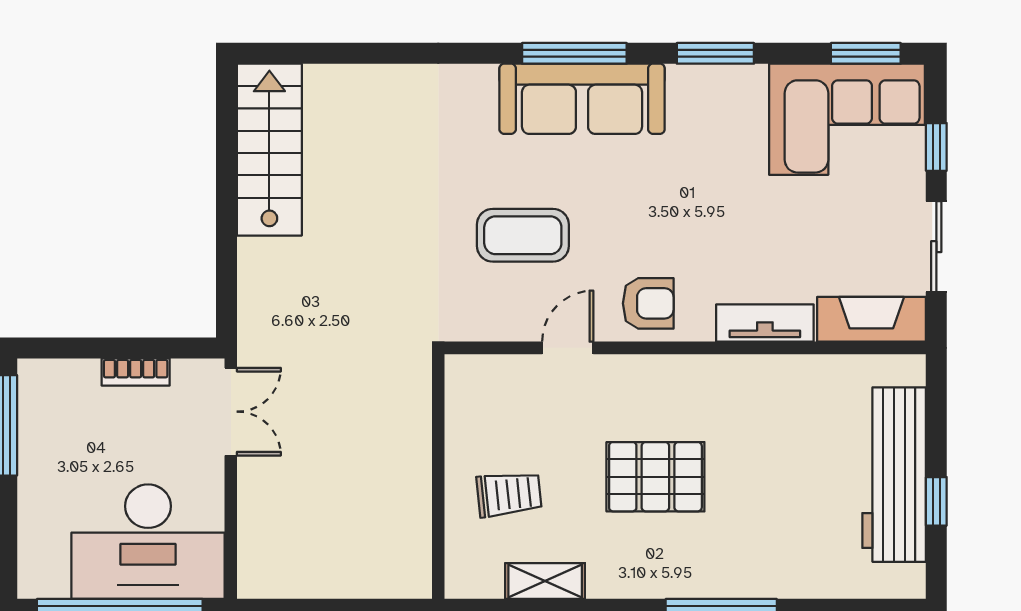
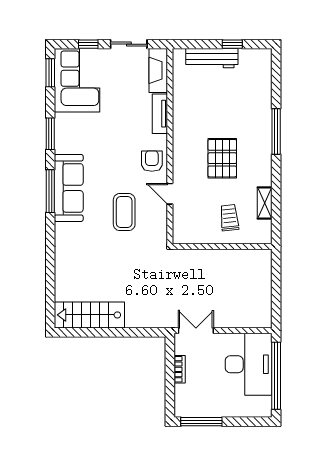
workbench: (894, 475) -> (212, 58), width x0.73, depth x0.76

